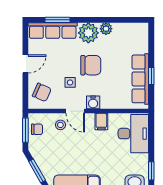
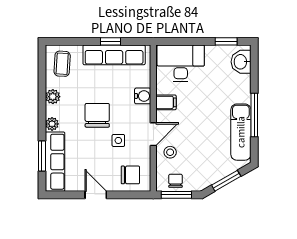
plant: (88, 33) -> (52, 124), width x0.53, depth x0.53
coffee table: (133, 36) -> (62, 64), added
chair: (42, 92) -> (130, 175), turned 67
water cooler: (93, 102) -> (143, 96), moved

